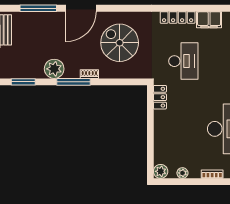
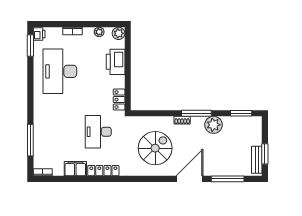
spiral stairs: (120, 43) -> (155, 148), turned -90
printer: (164, 139) -> (116, 62), added

